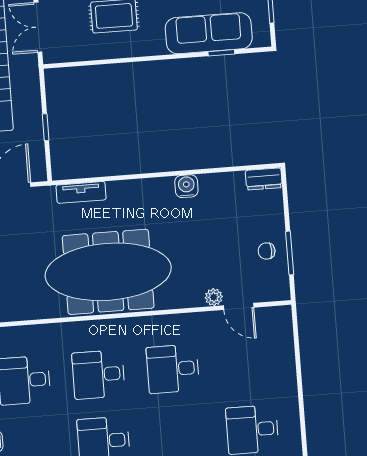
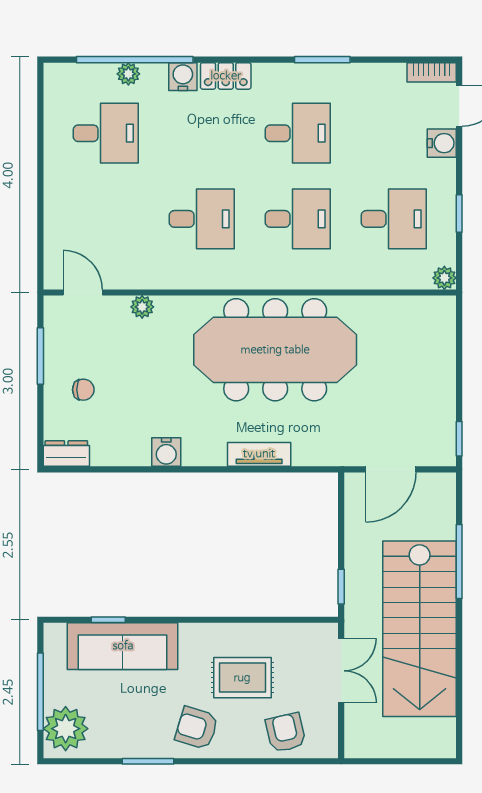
window: (46, 127) -> (341, 587), moved
tv unit: (81, 192) -> (259, 454), moved
chair: (267, 251) -> (83, 390), moved
door: (239, 306) -> (83, 292), moved

